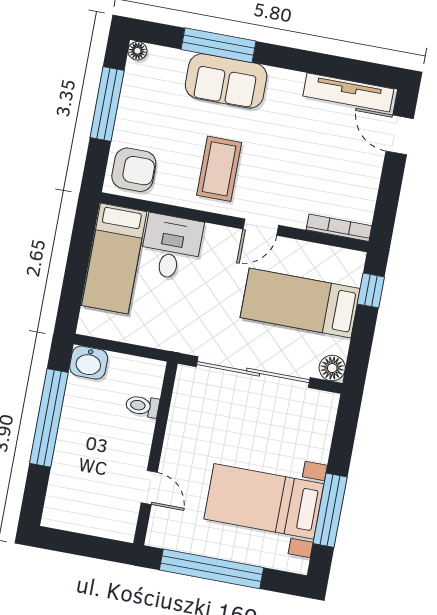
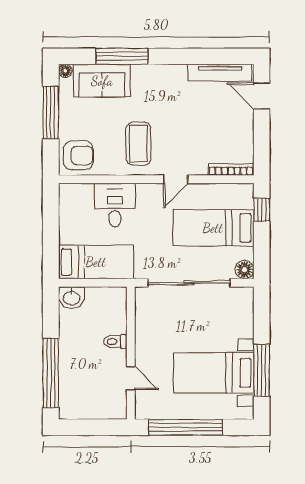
sofa: (226, 81) -> (102, 81), moved
bed: (114, 259) -> (96, 262), moved, turned -90
toilet: (142, 406) -> (115, 342), moved
window: (49, 418) -> (51, 373), moved

